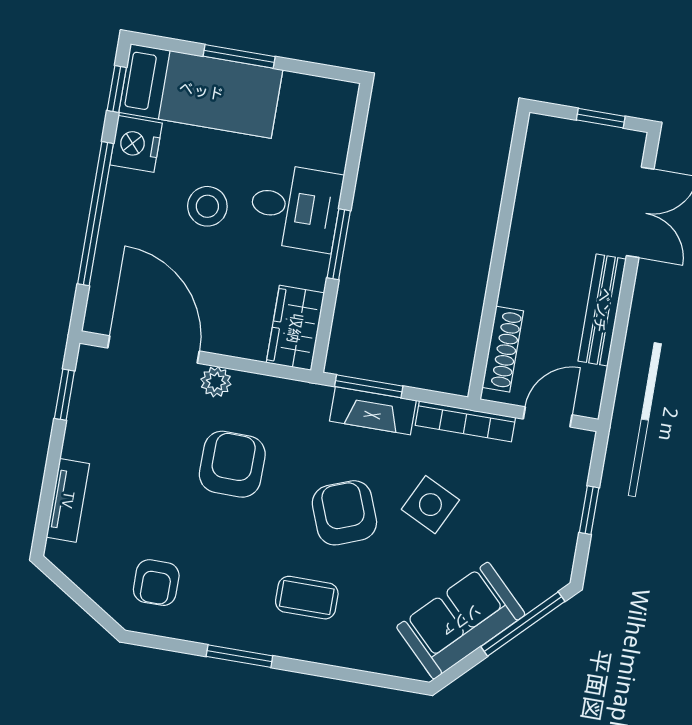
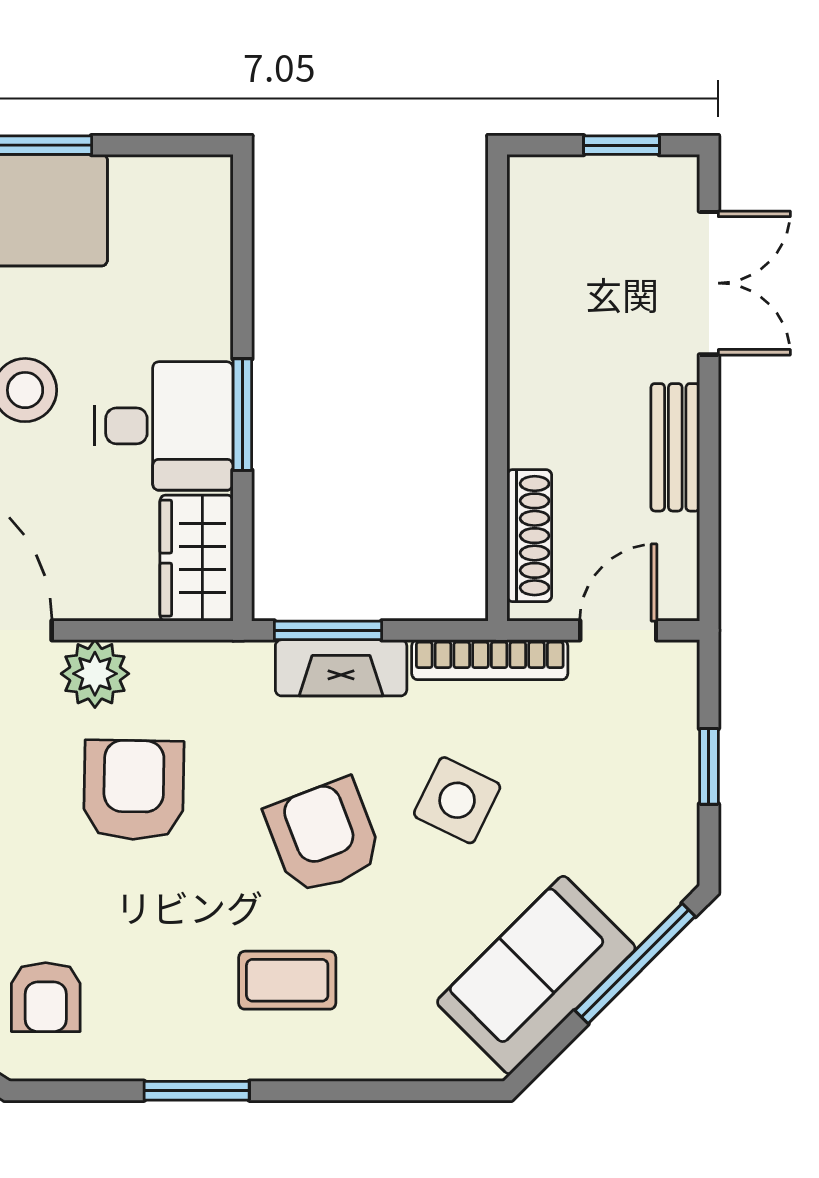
desk: (295, 207) -> (164, 426), moved
bench: (602, 310) -> (675, 447), width x0.73
plant: (216, 382) -> (95, 674), width x1.38, depth x1.38

